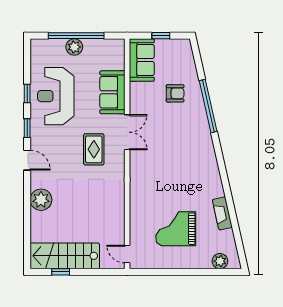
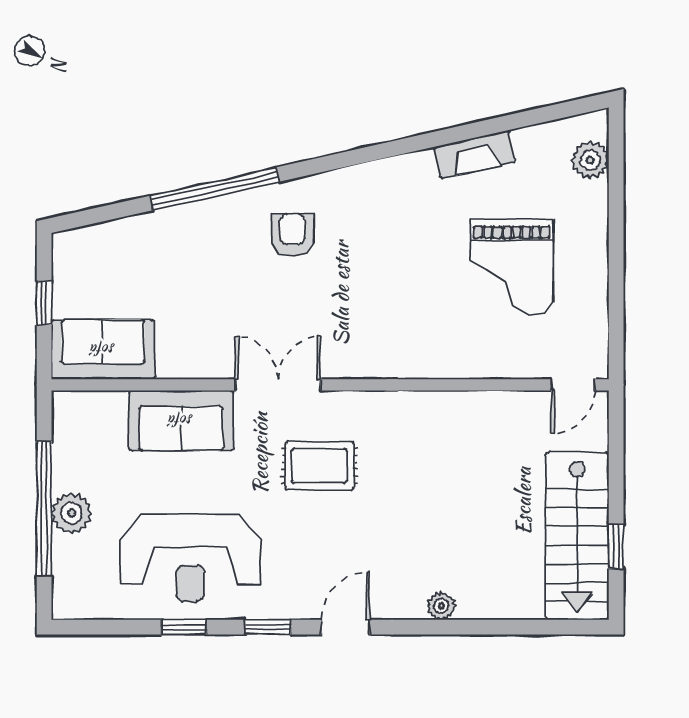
armchair: (175, 93) -> (293, 235), moved
plant: (41, 200) -> (441, 606), width x0.53, depth x0.53

